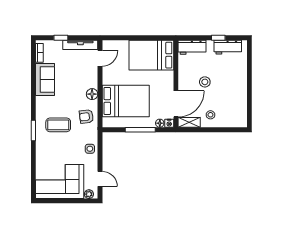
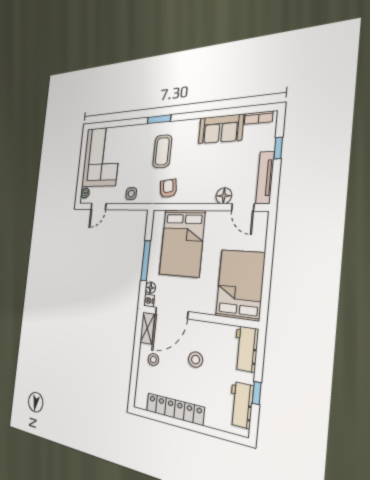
floor lamp: (92, 94) -> (224, 196), moved
locker: (241, 94) -> (175, 409), added
door: (176, 104) -> (171, 313), hinge flipped

